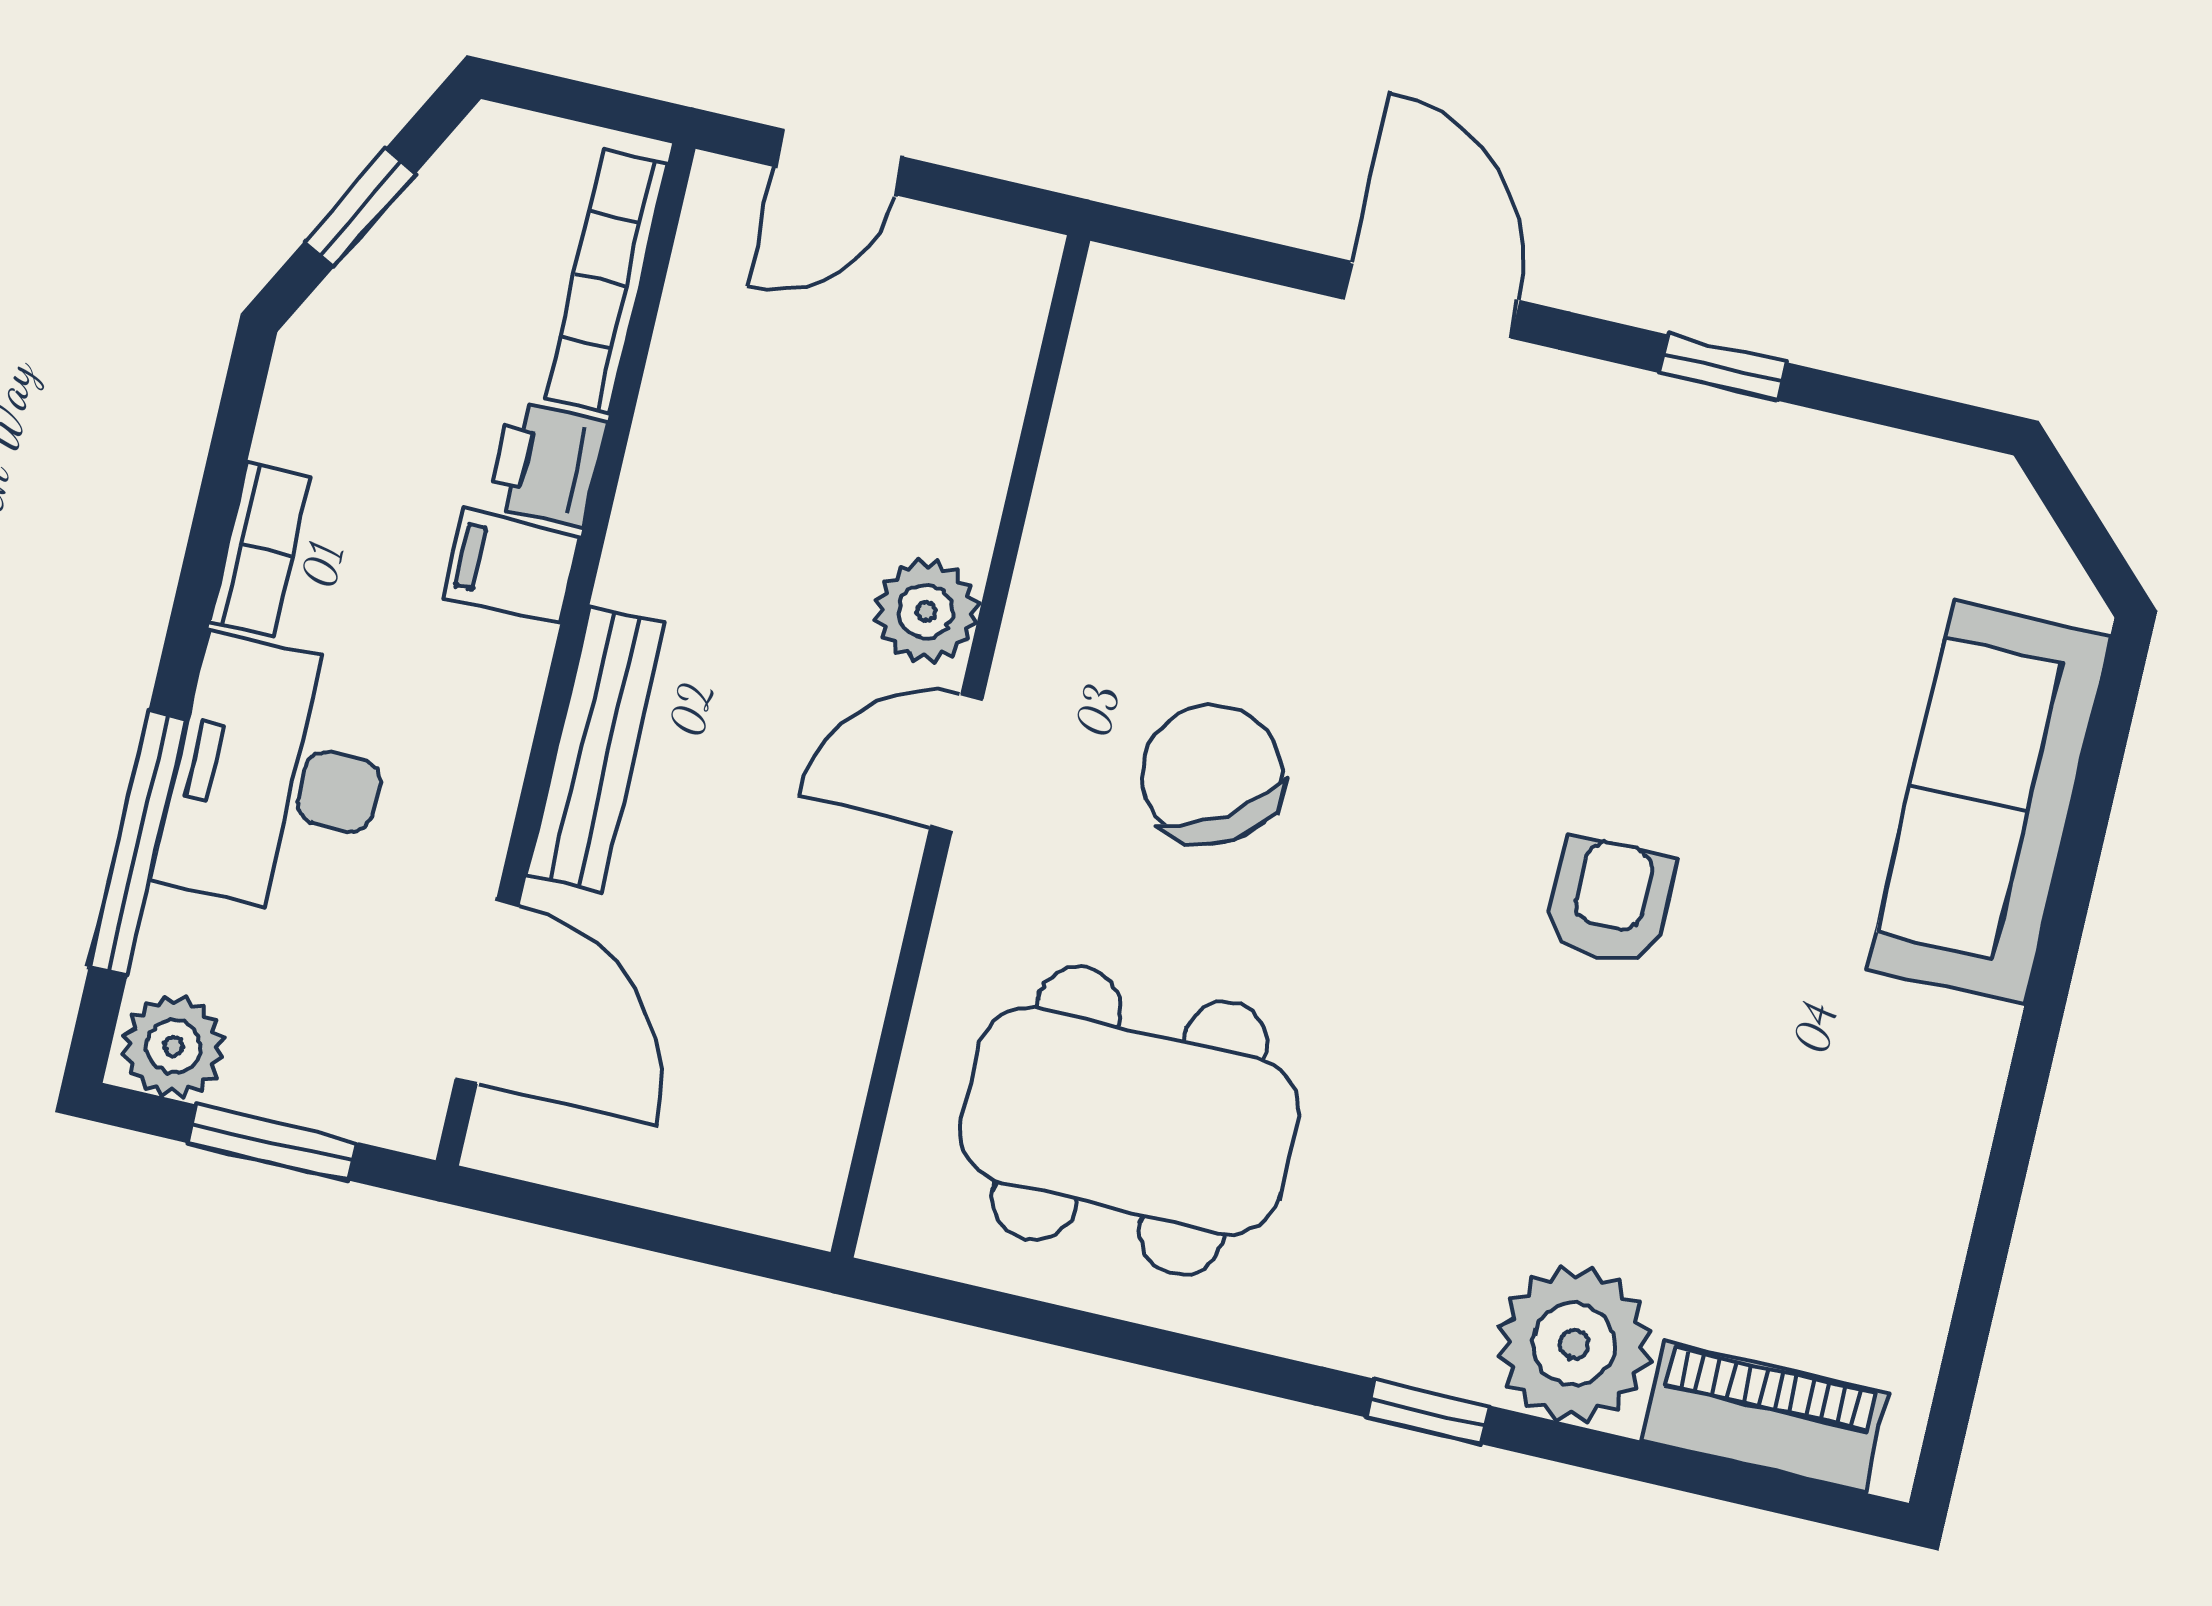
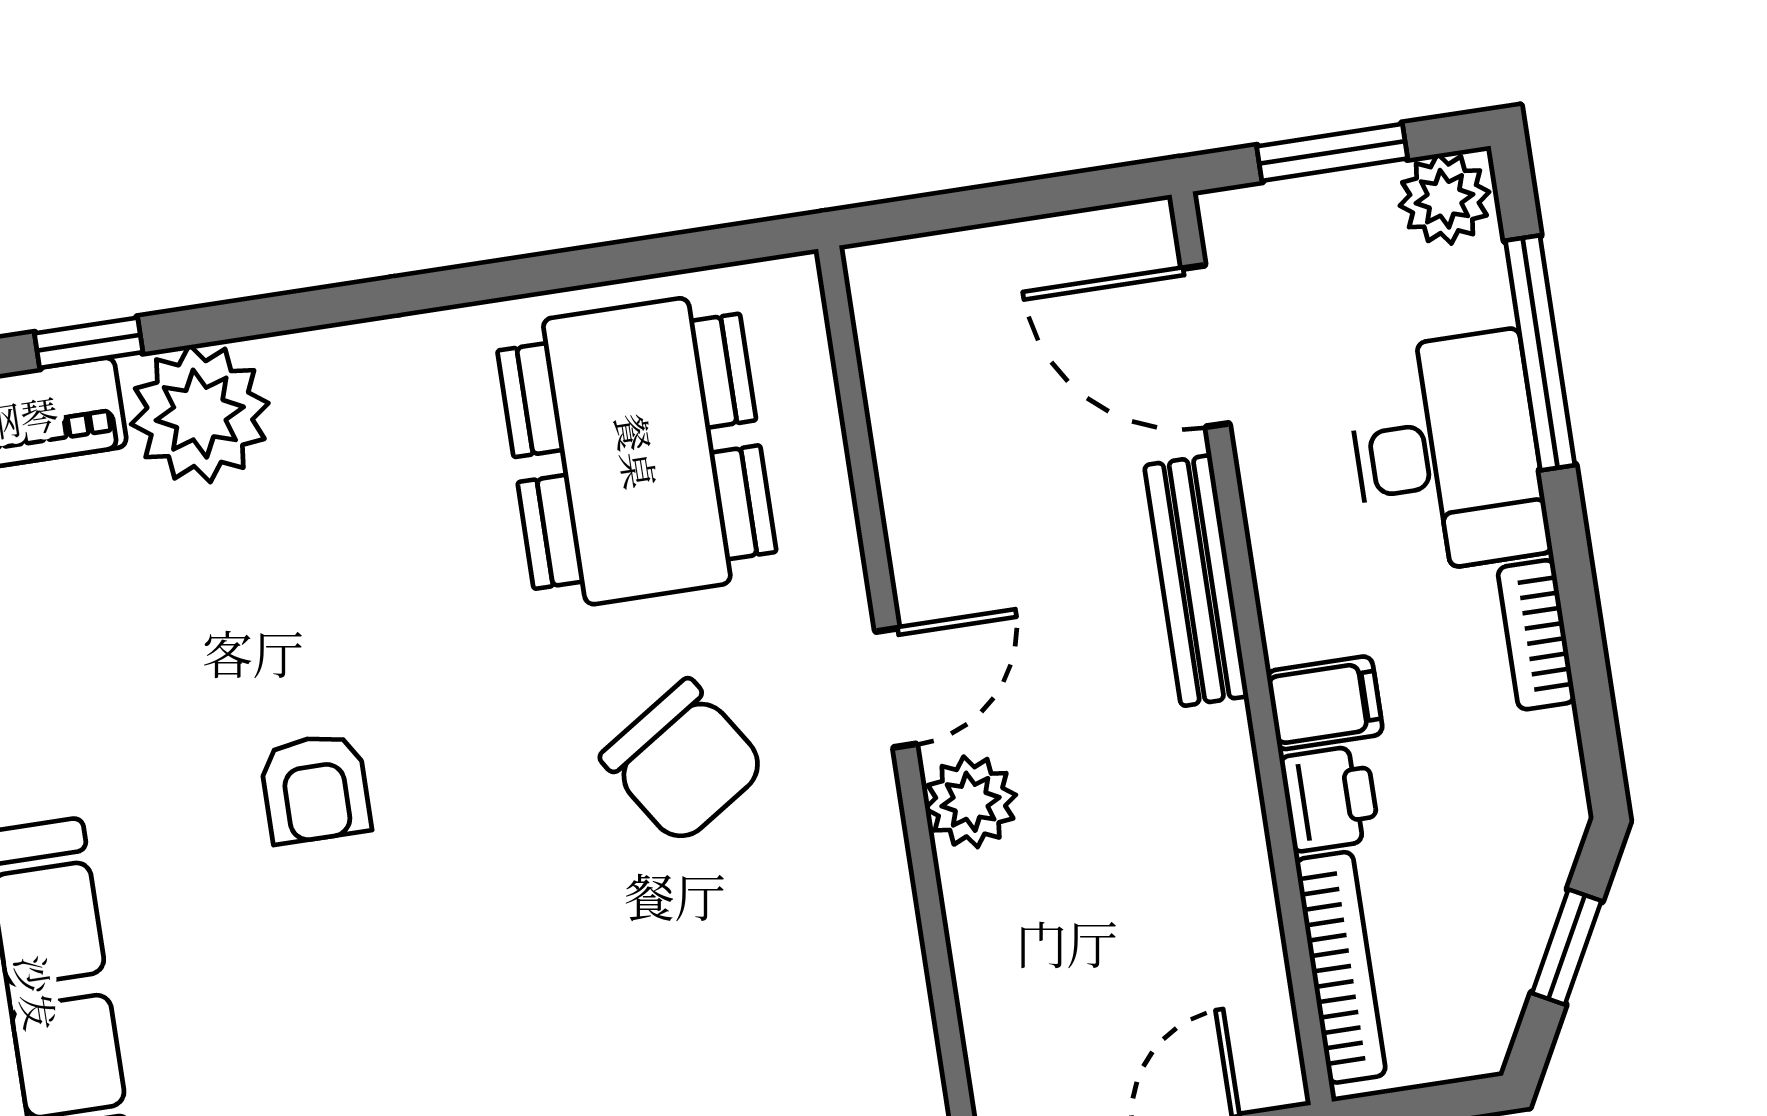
dining table: (1130, 1121) -> (637, 451), turned 90
window: (1428, 1411) -> (89, 343), moved

